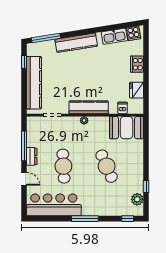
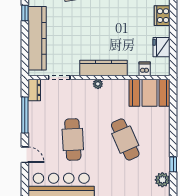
dresser: (32, 156) -> (34, 90), moved

